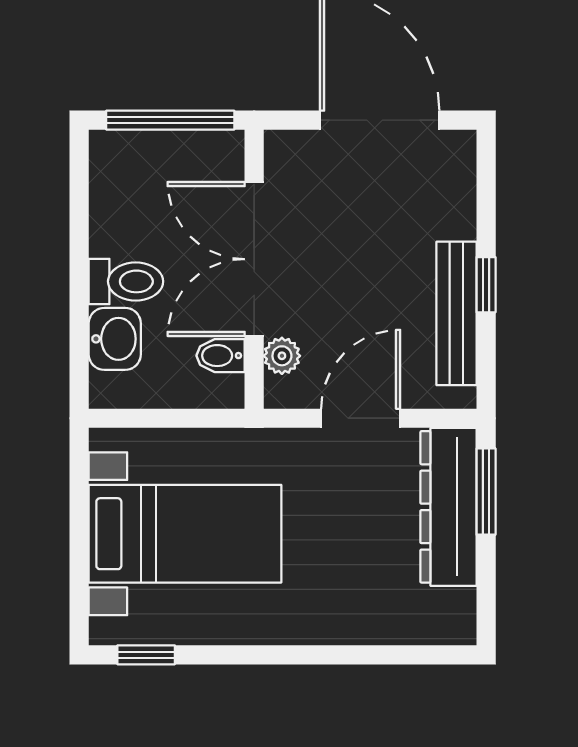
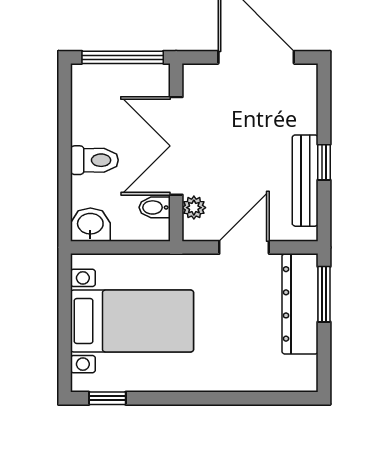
washbasin: (115, 339) -> (90, 225), moved, turned -90

